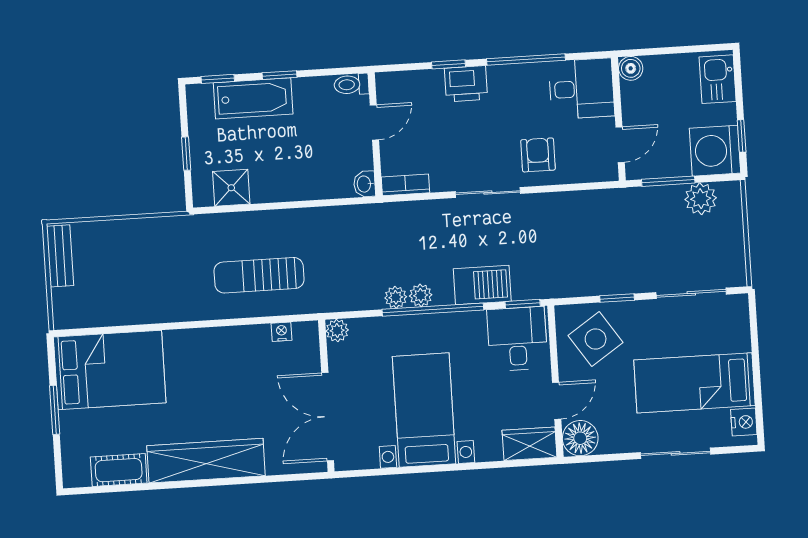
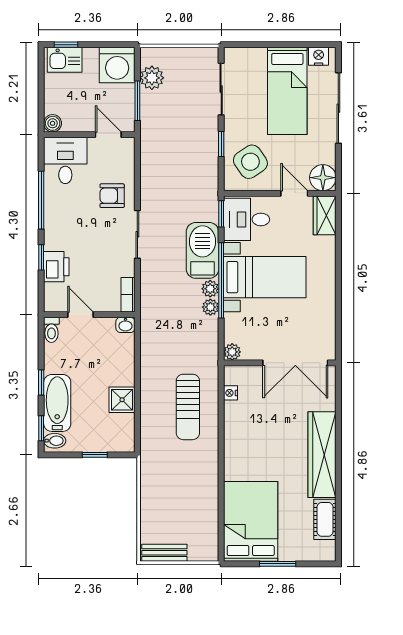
printer: (466, 84) -> (56, 267), moved
bidet: (202, 98) -> (55, 441), added
window: (742, 136) -> (66, 45), moved
shower: (231, 188) -> (122, 400), moved
barbecue: (482, 285) -> (203, 250), width x1.37, depth x1.21
bed with nightstands: (424, 410) -> (265, 277), moved, turned 180
sliding door: (676, 453) -> (338, 108), width x1.37

